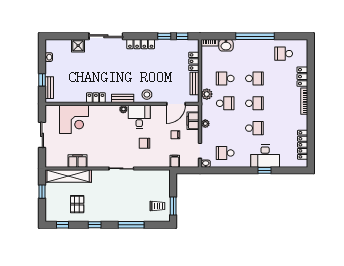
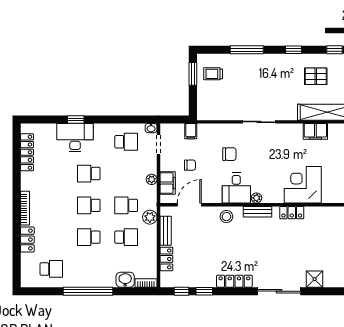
corner desk: (74, 119) -> (303, 185), moved
pallet: (77, 204) -> (316, 76), turned 90

